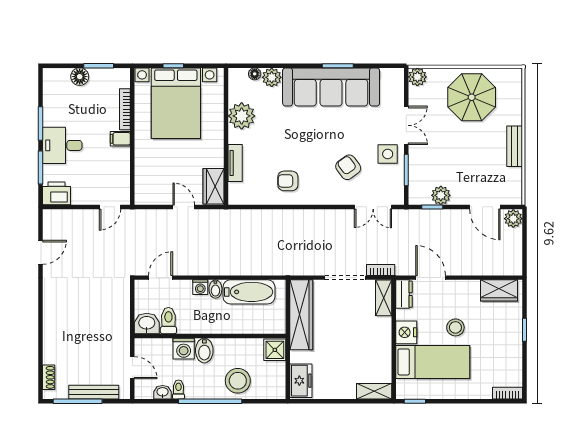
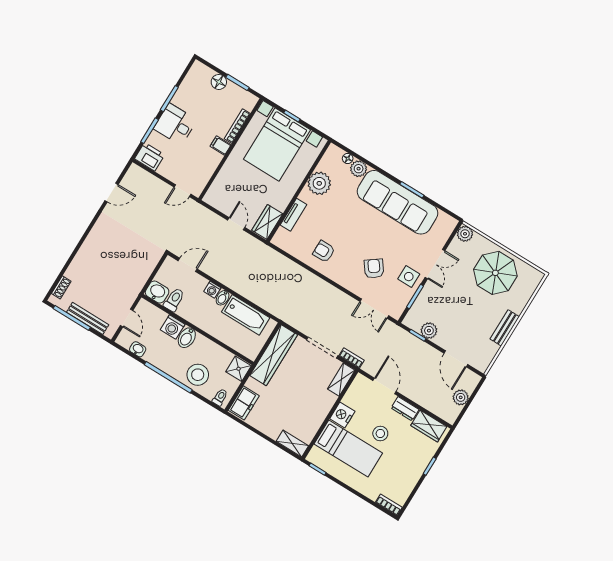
plant: (513, 219) -> (461, 397), moved
dresser: (404, 294) -> (405, 409), moved, turned 90
toilet: (178, 390) -> (220, 397), moved

